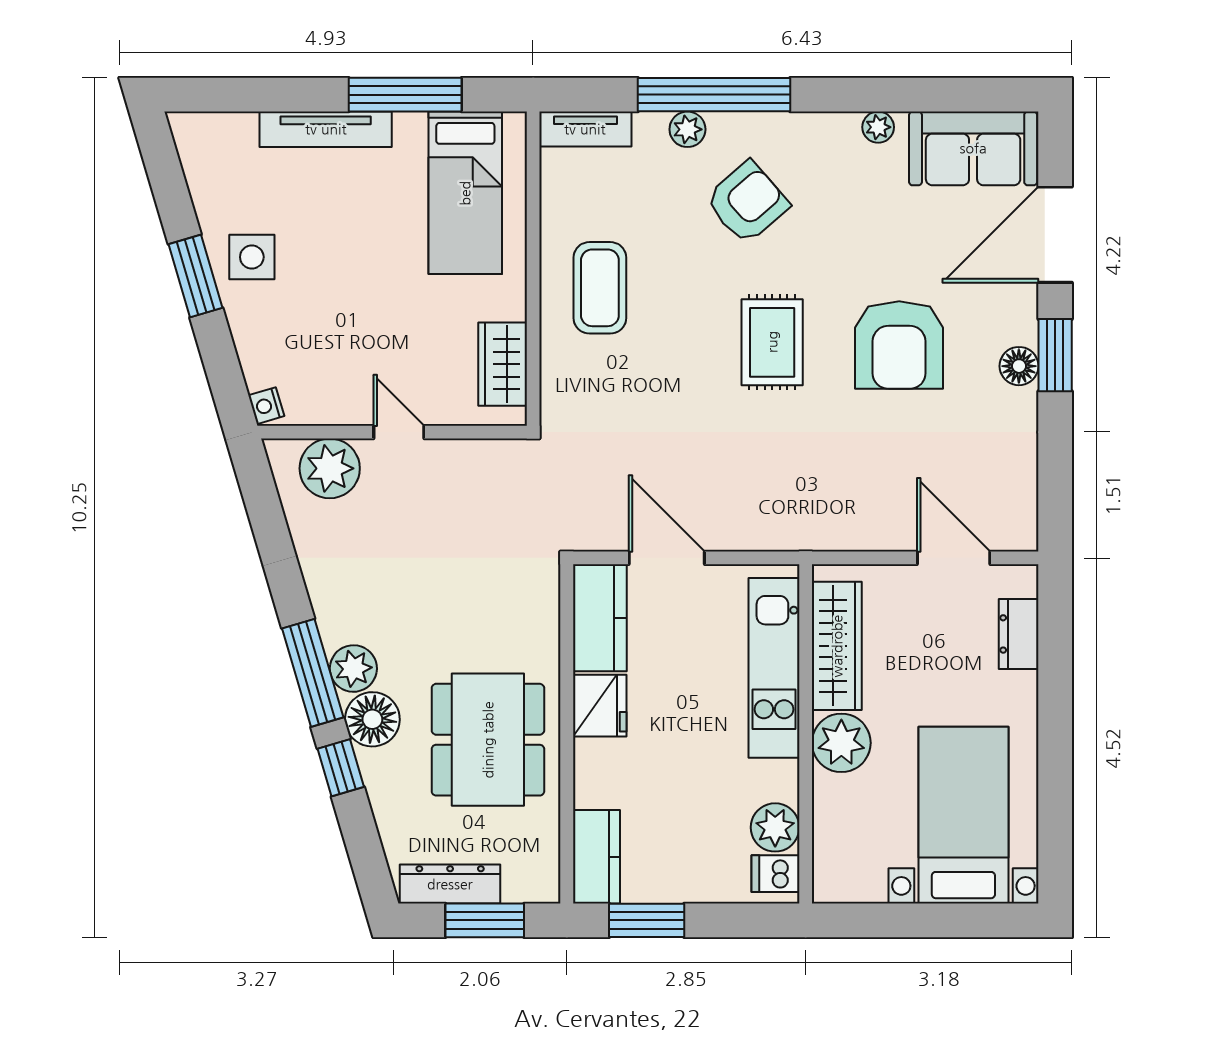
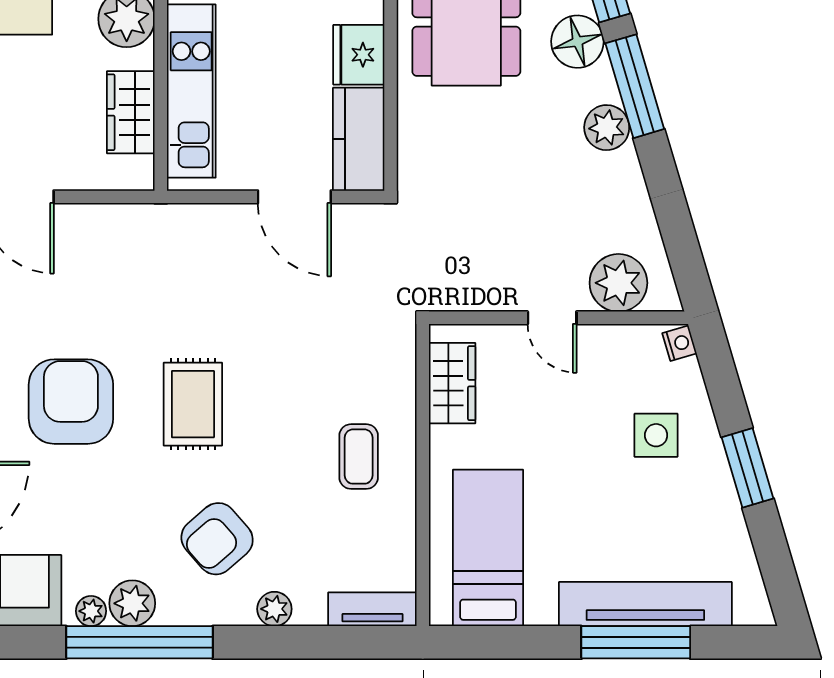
window: (405, 95) -> (636, 642), moved
window: (714, 95) -> (139, 642), moved
tv unit: (326, 129) -> (645, 604), width x1.36, depth x1.29
plant: (835, 135) -> (132, 603), added
side table: (252, 257) -> (656, 435), moved
coffee table: (600, 288) -> (359, 457), width x0.73, depth x0.77
wardrobe: (837, 646) -> (131, 112), width x0.67
plant: (353, 669) -> (607, 128), moved

